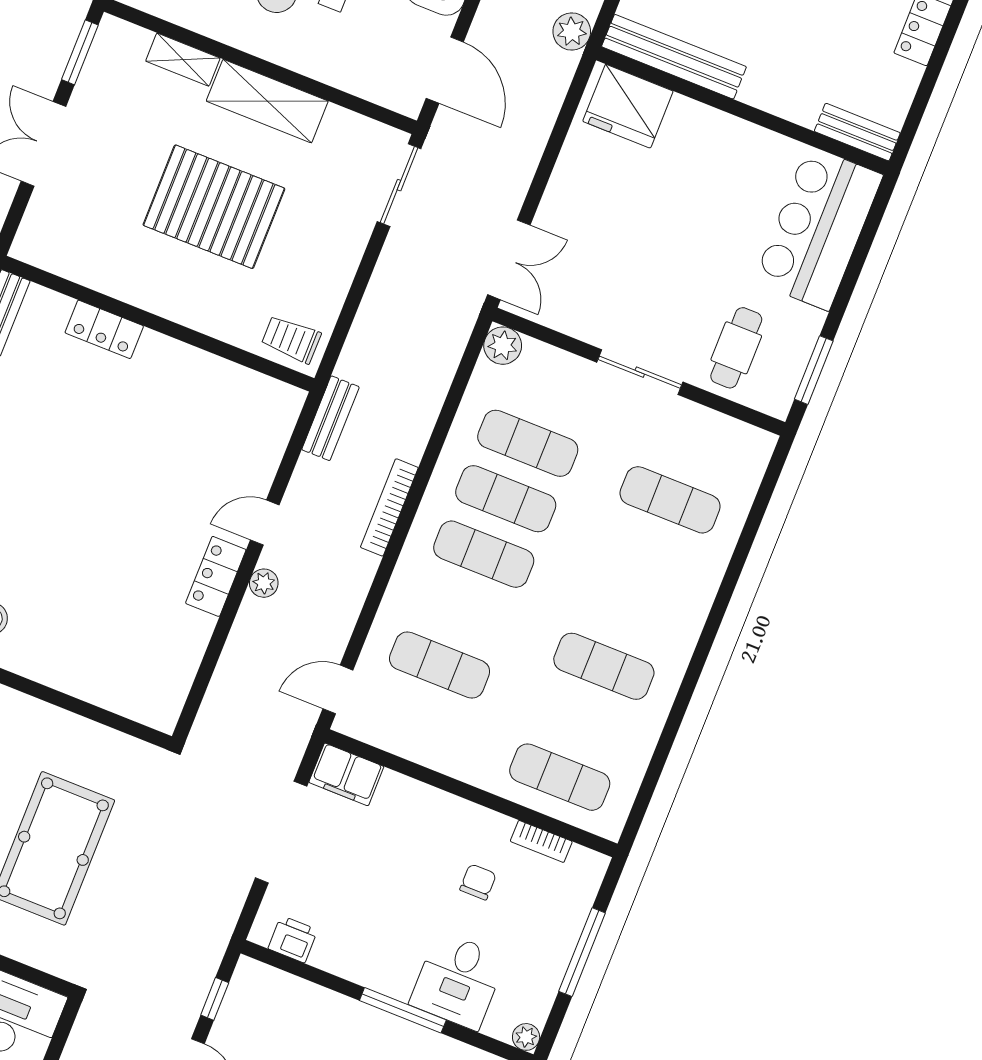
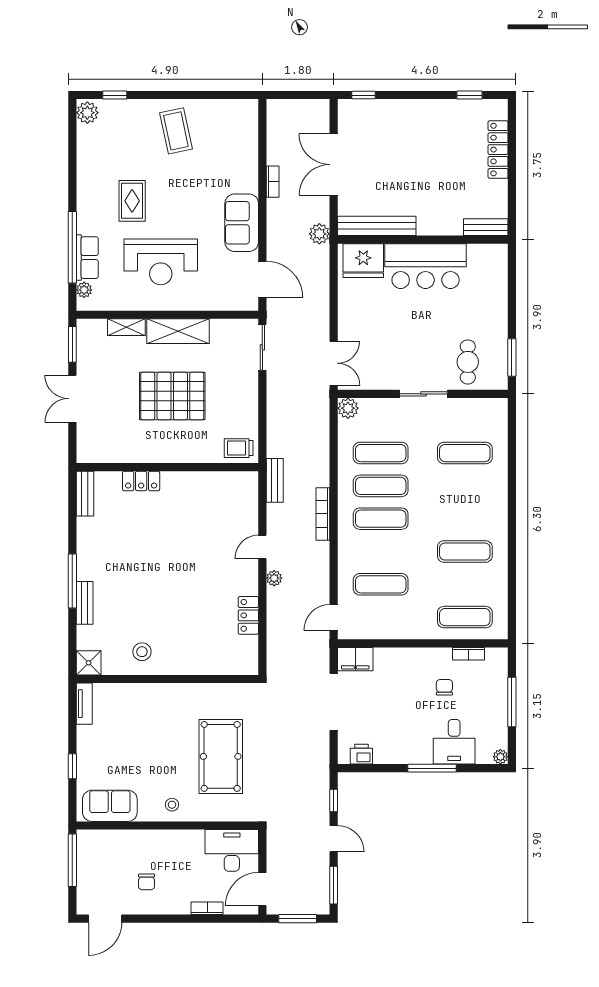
bar counter: (818, 228) -> (426, 266), moved, turned -90
locker: (216, 576) -> (248, 615), moved

